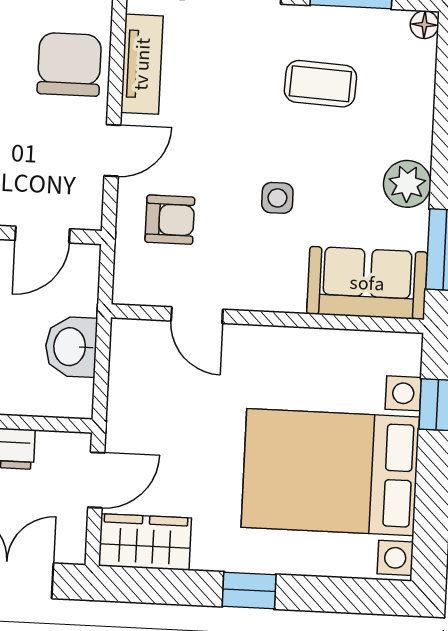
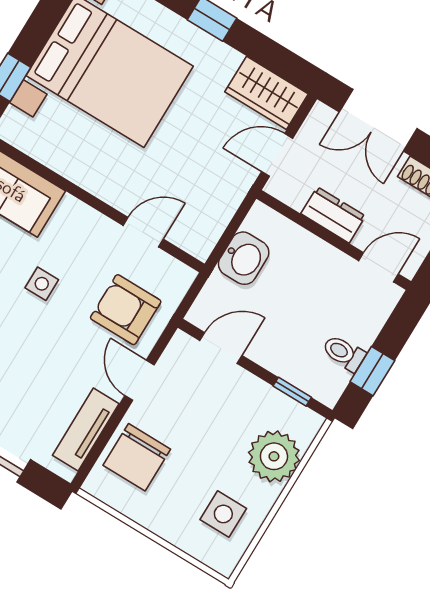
door: (112, 150) -> (140, 380), hinge flipped
armchair: (170, 220) -> (126, 310), width x1.38, depth x1.38
door: (197, 315) -> (143, 232), hinge flipped

